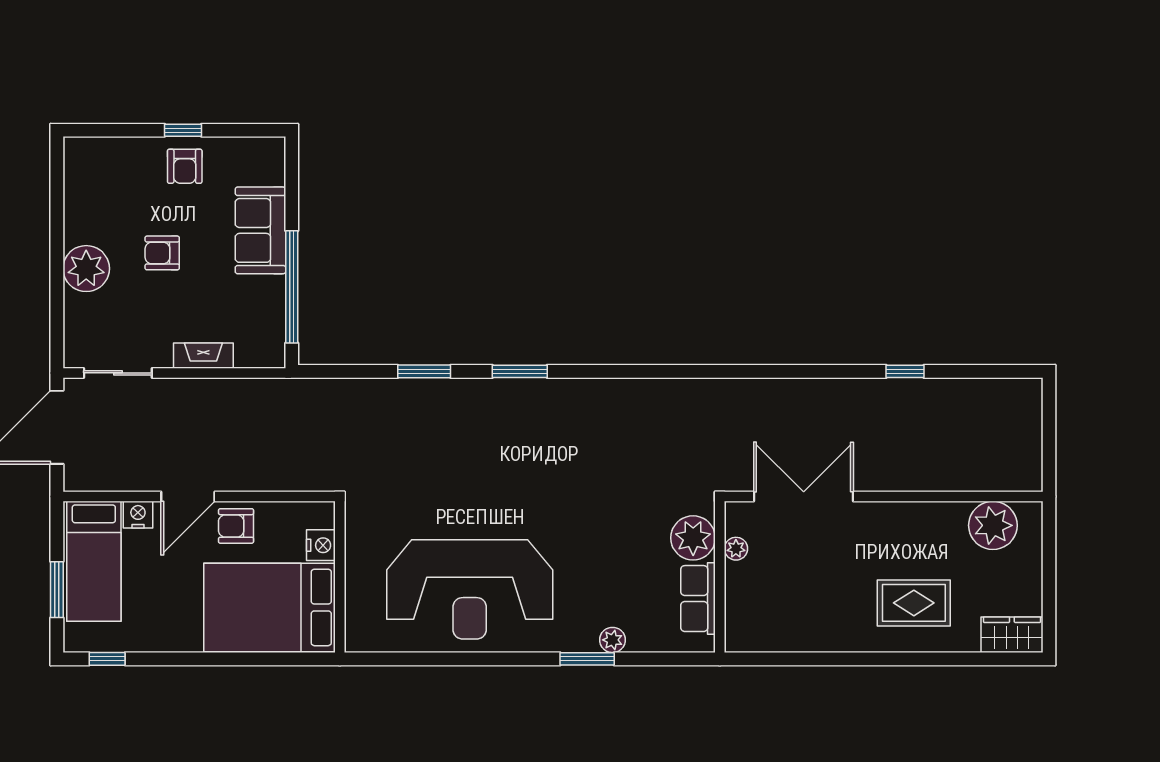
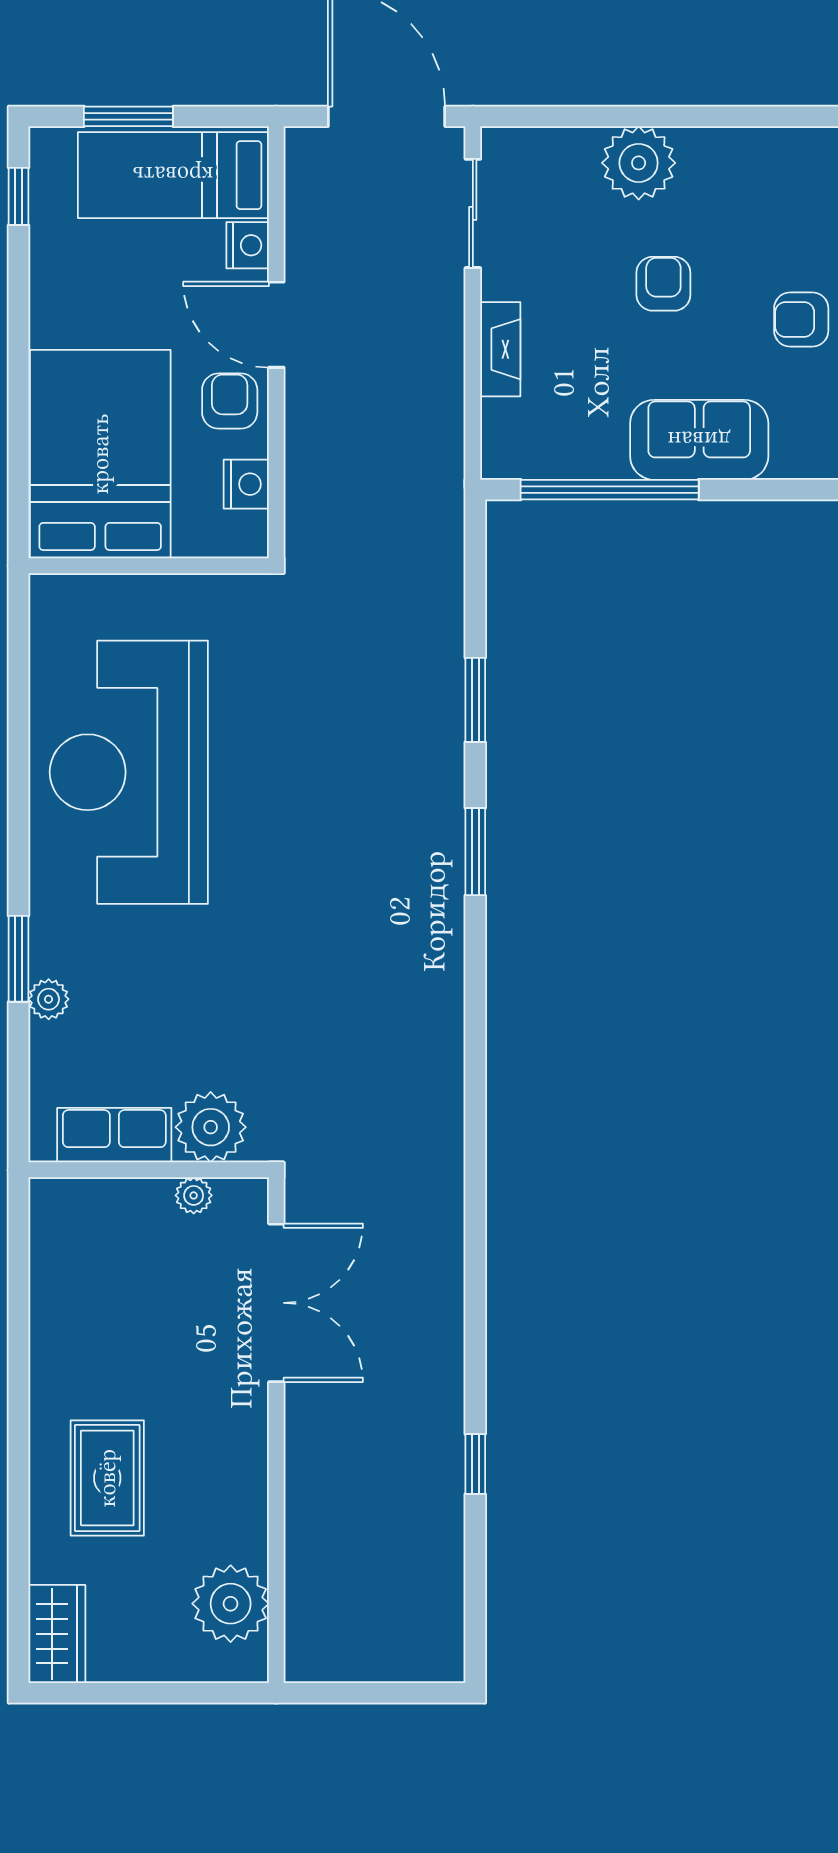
nightstand: (321, 545) -> (246, 484), moved, turned -90

